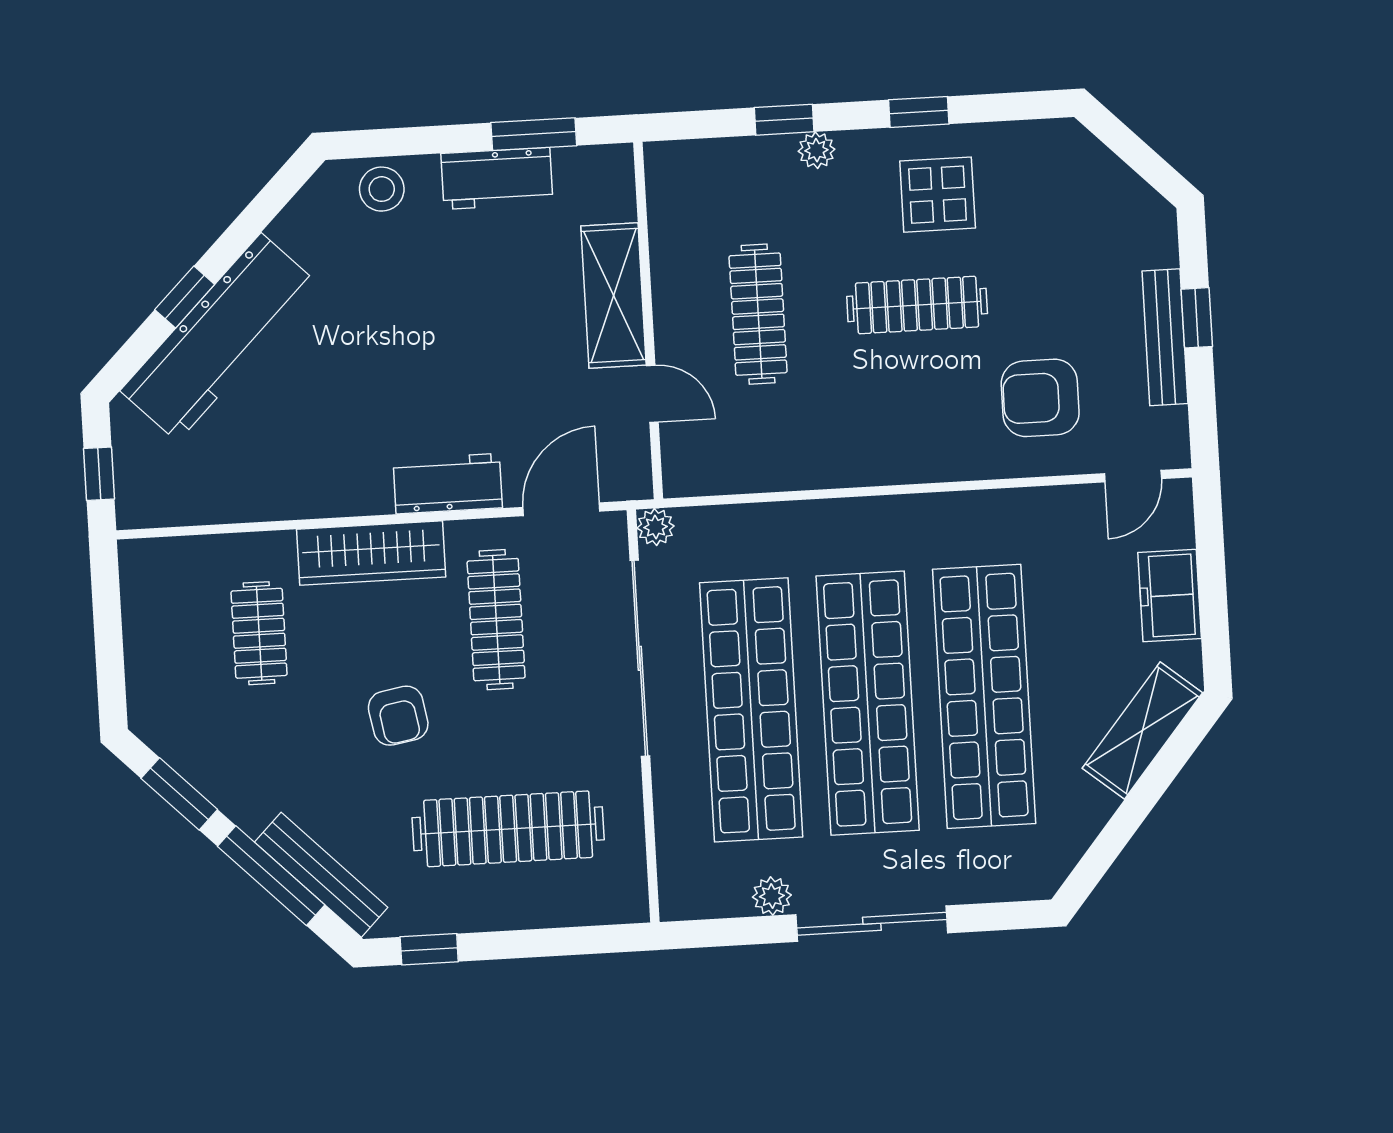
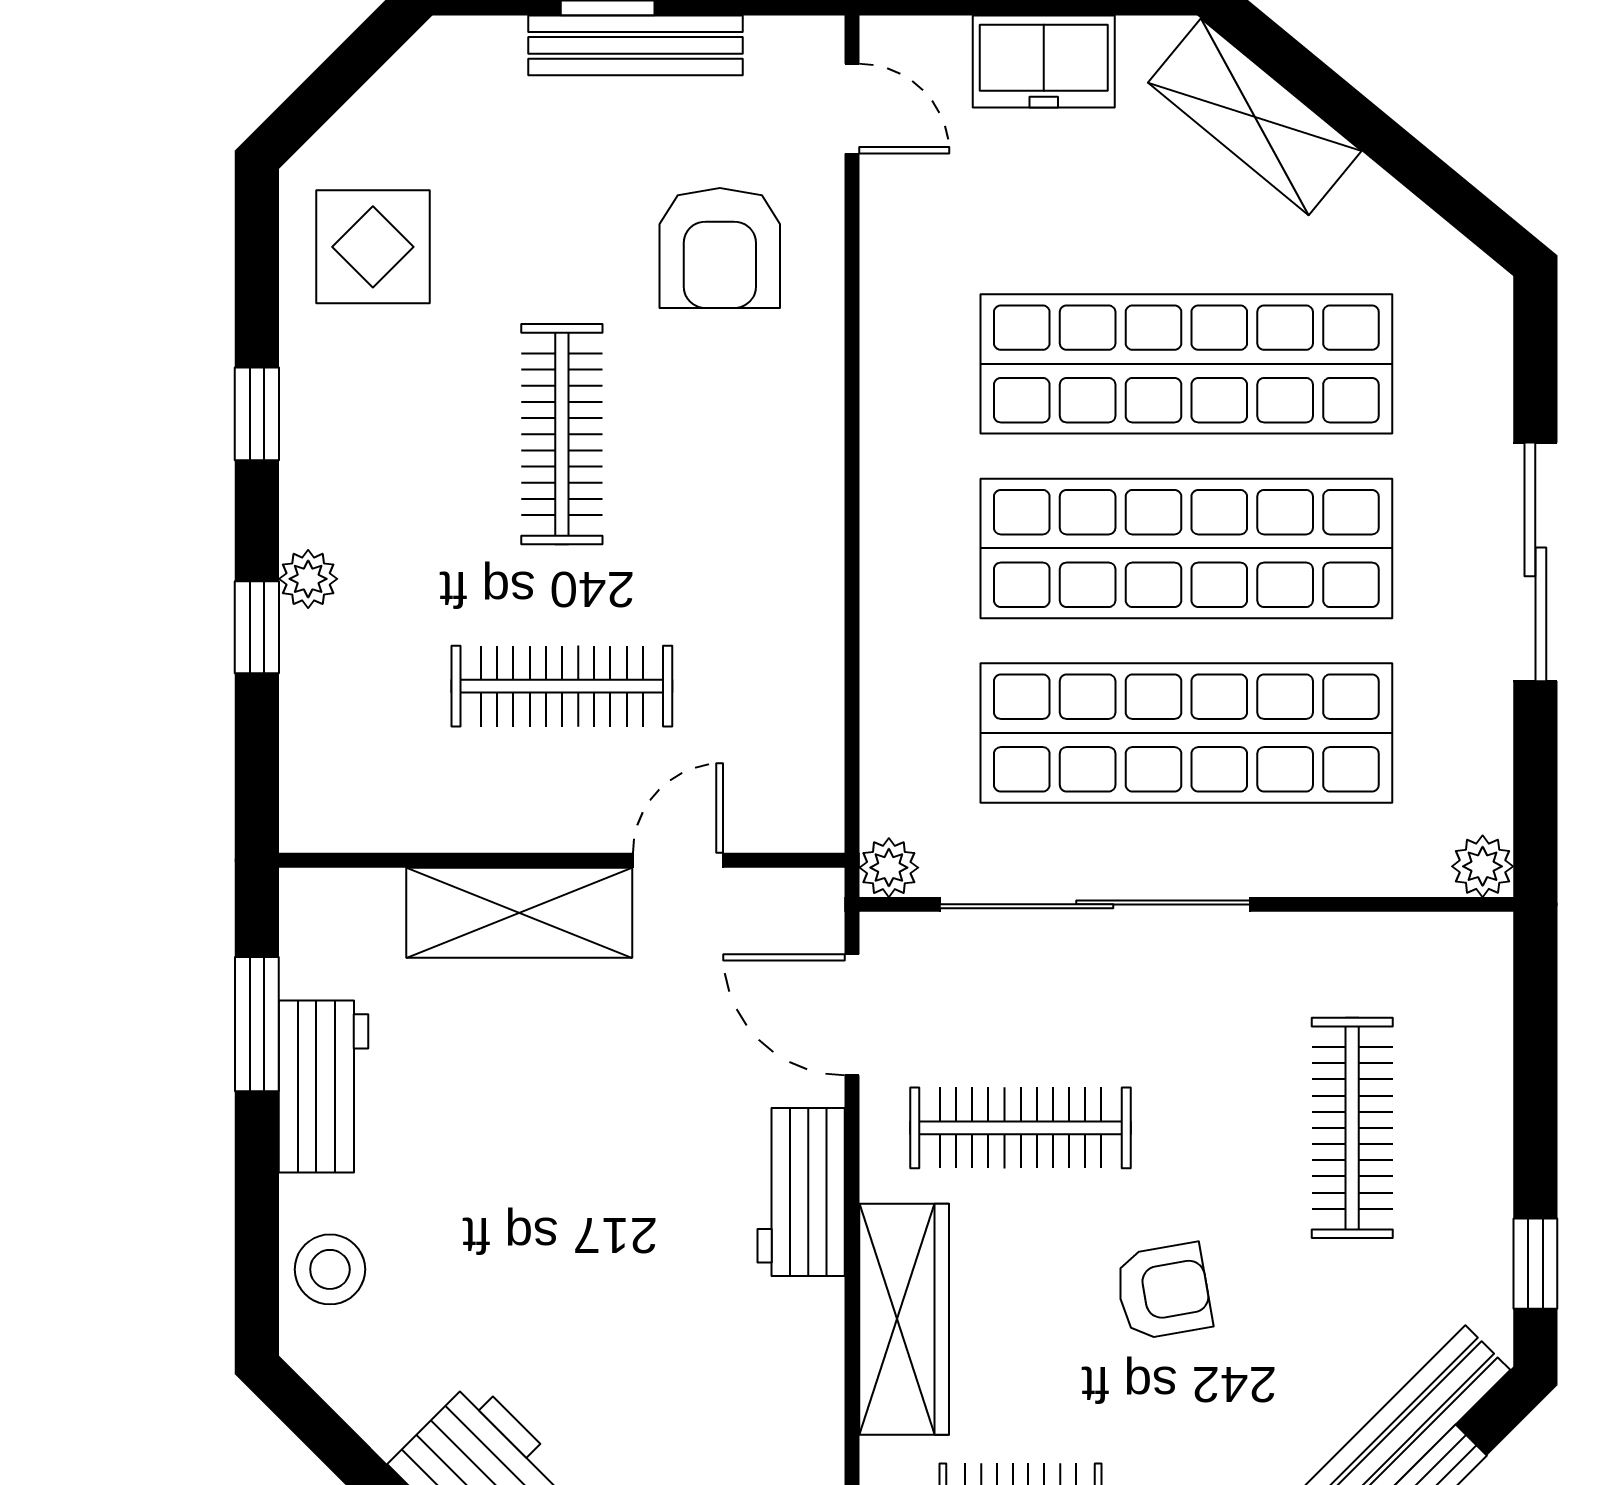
display table: (938, 195) -> (373, 247), moved
clothes rail: (508, 829) -> (1352, 1128), width x0.73, depth x0.76
plant: (772, 896) -> (1483, 866), moved

